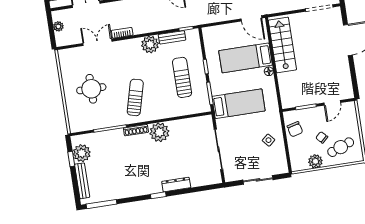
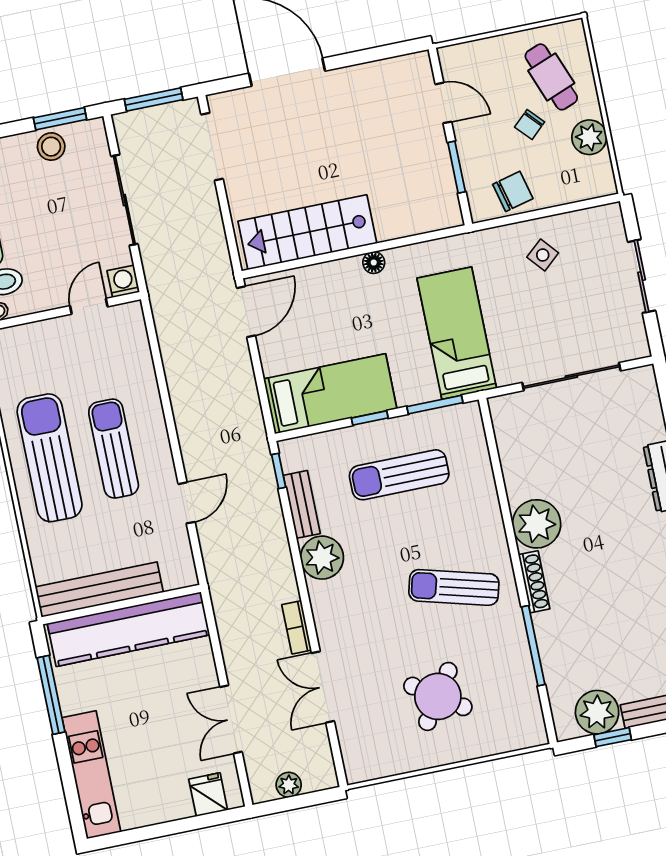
bed: (246, 58) -> (330, 394), moved, turned -90
round table: (91, 89) -> (438, 696), turned 34

